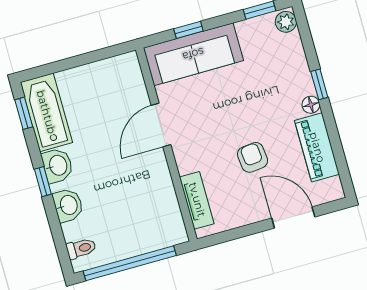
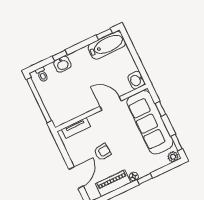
sofa: (193, 54) -> (150, 122), width x1.36, depth x1.27
washbasin: (57, 165) -> (136, 80), moved, turned 90
window: (43, 182) -> (60, 55), moved

